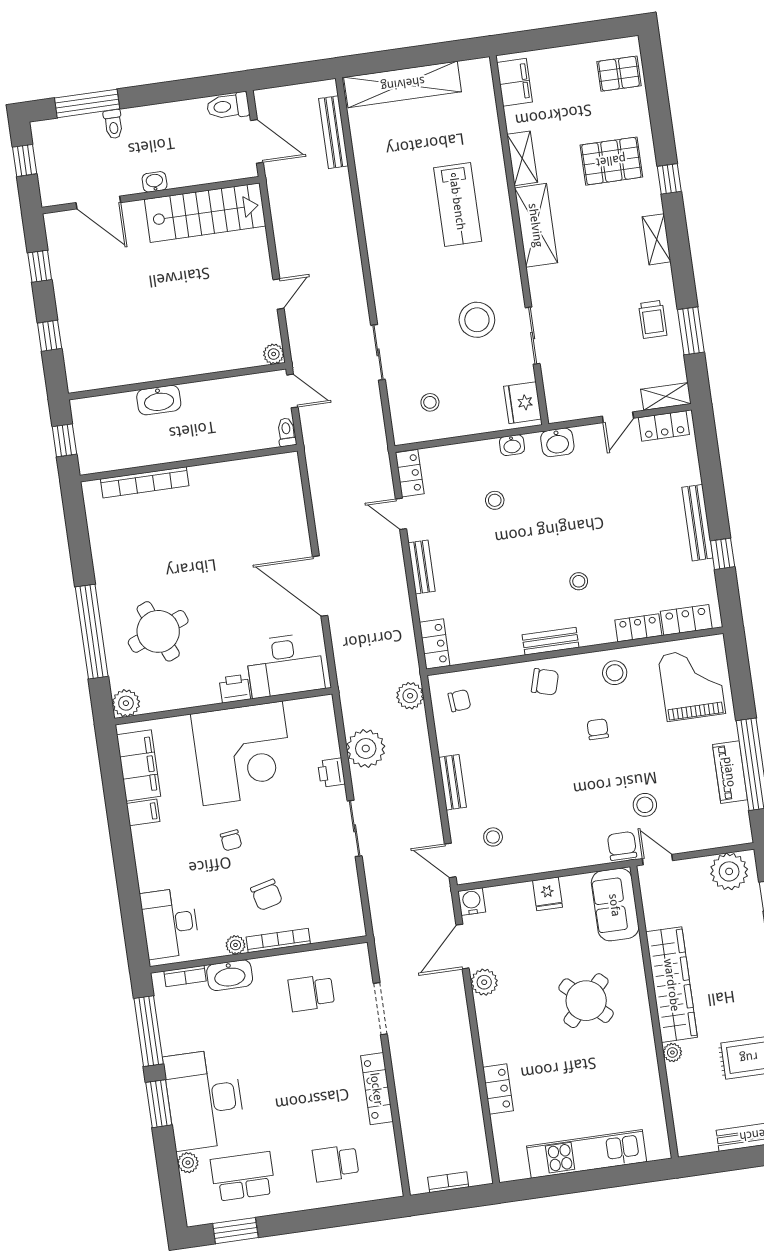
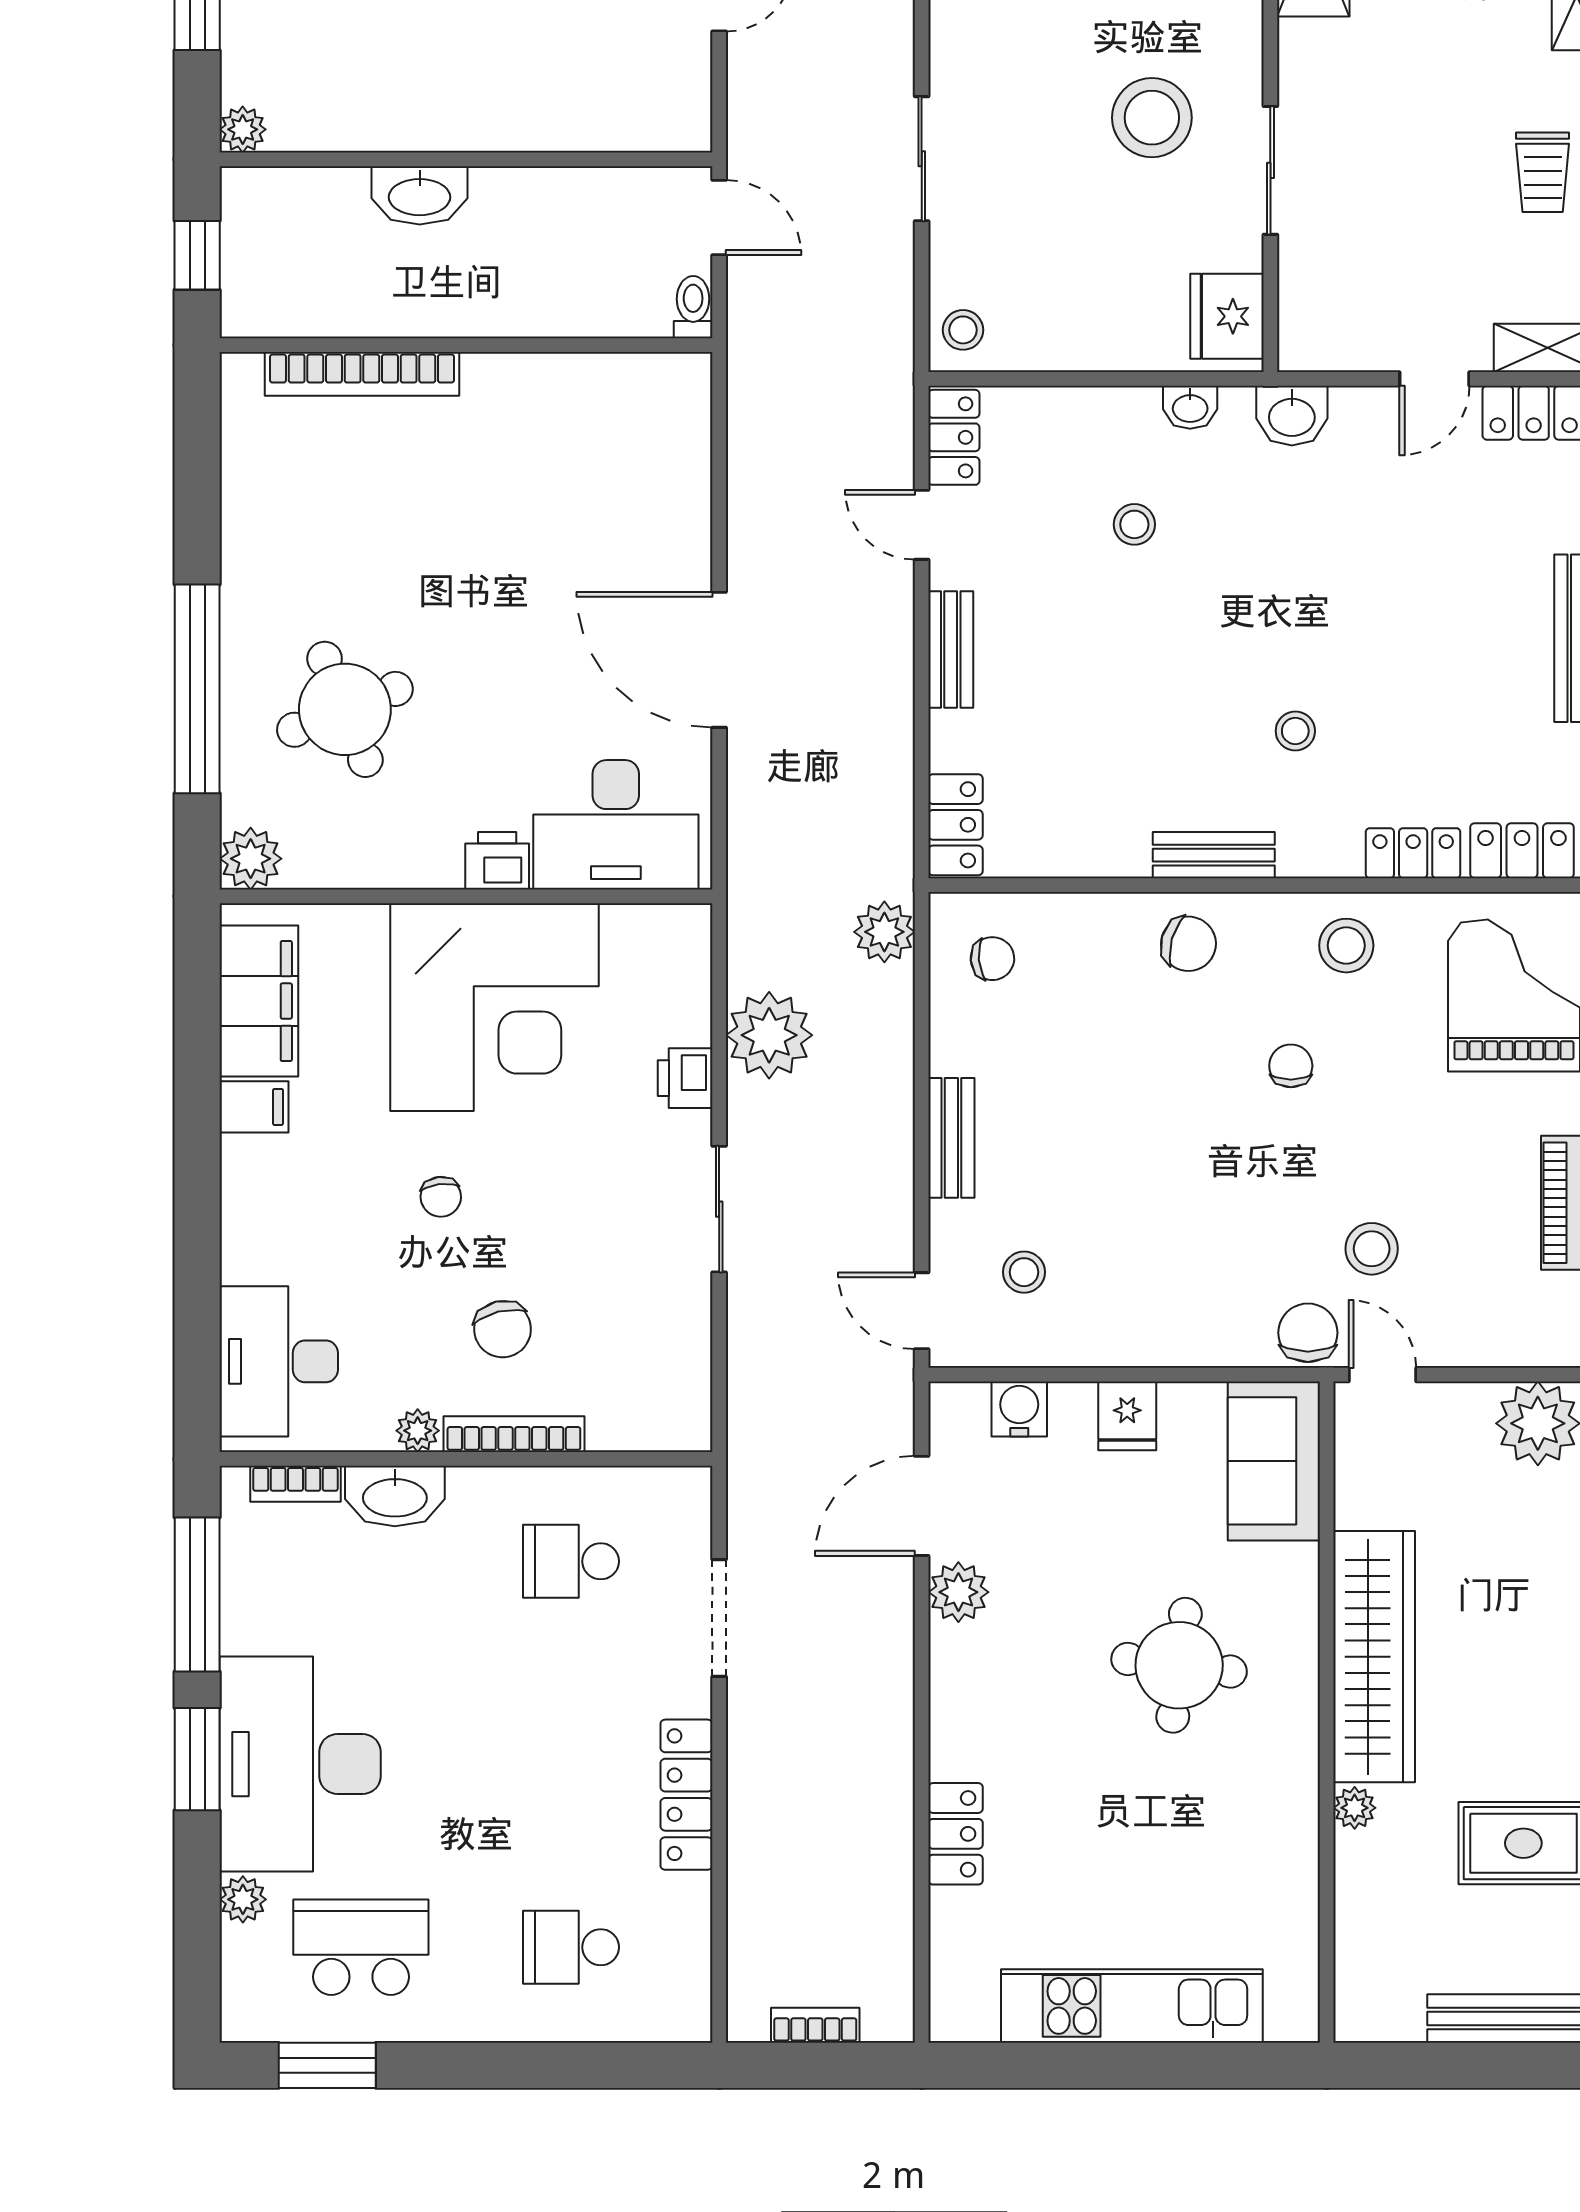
plant: (274, 354) -> (243, 129), moved
stool: (430, 402) -> (963, 330), moved
water cooler: (472, 902) -> (1019, 1409), moved
round table: (586, 1001) -> (1179, 1665), turned -37

